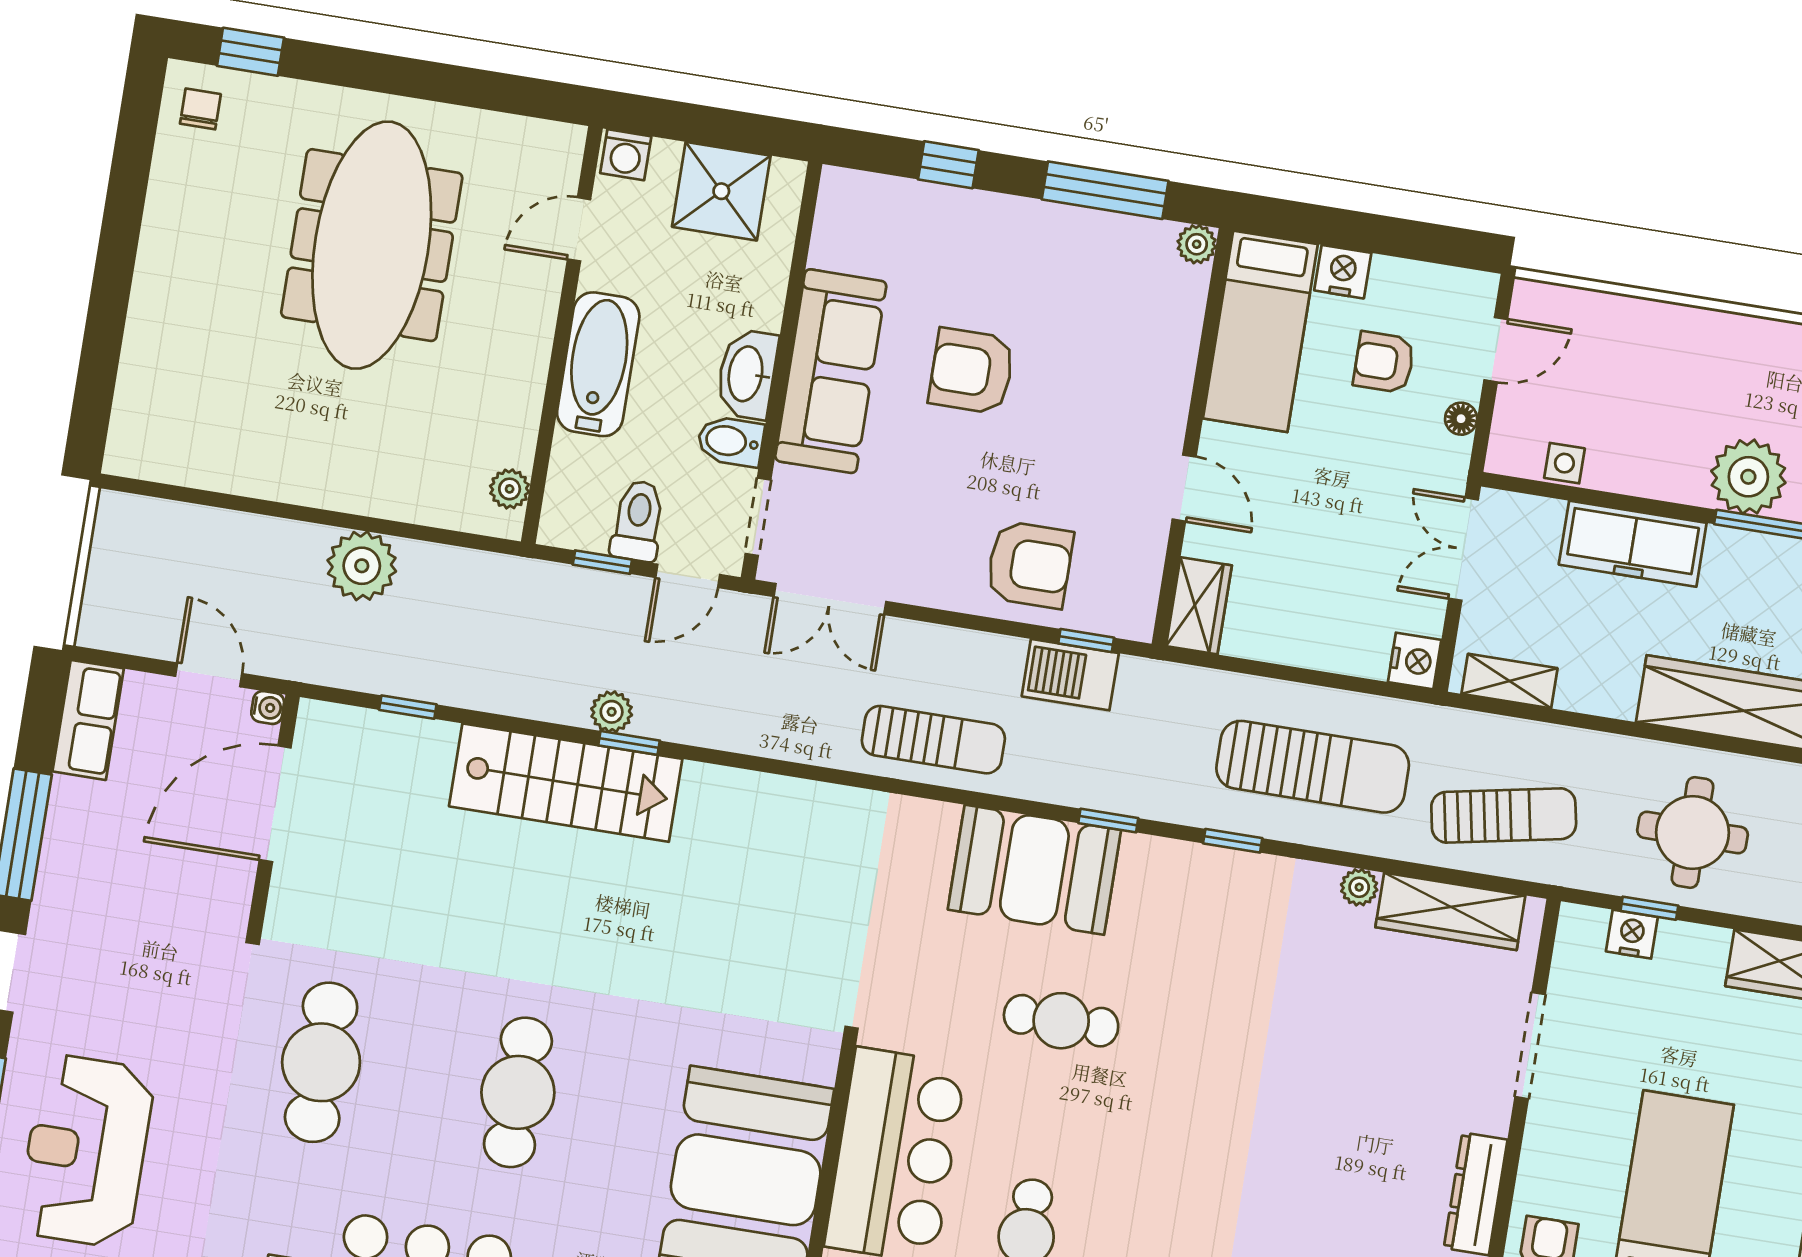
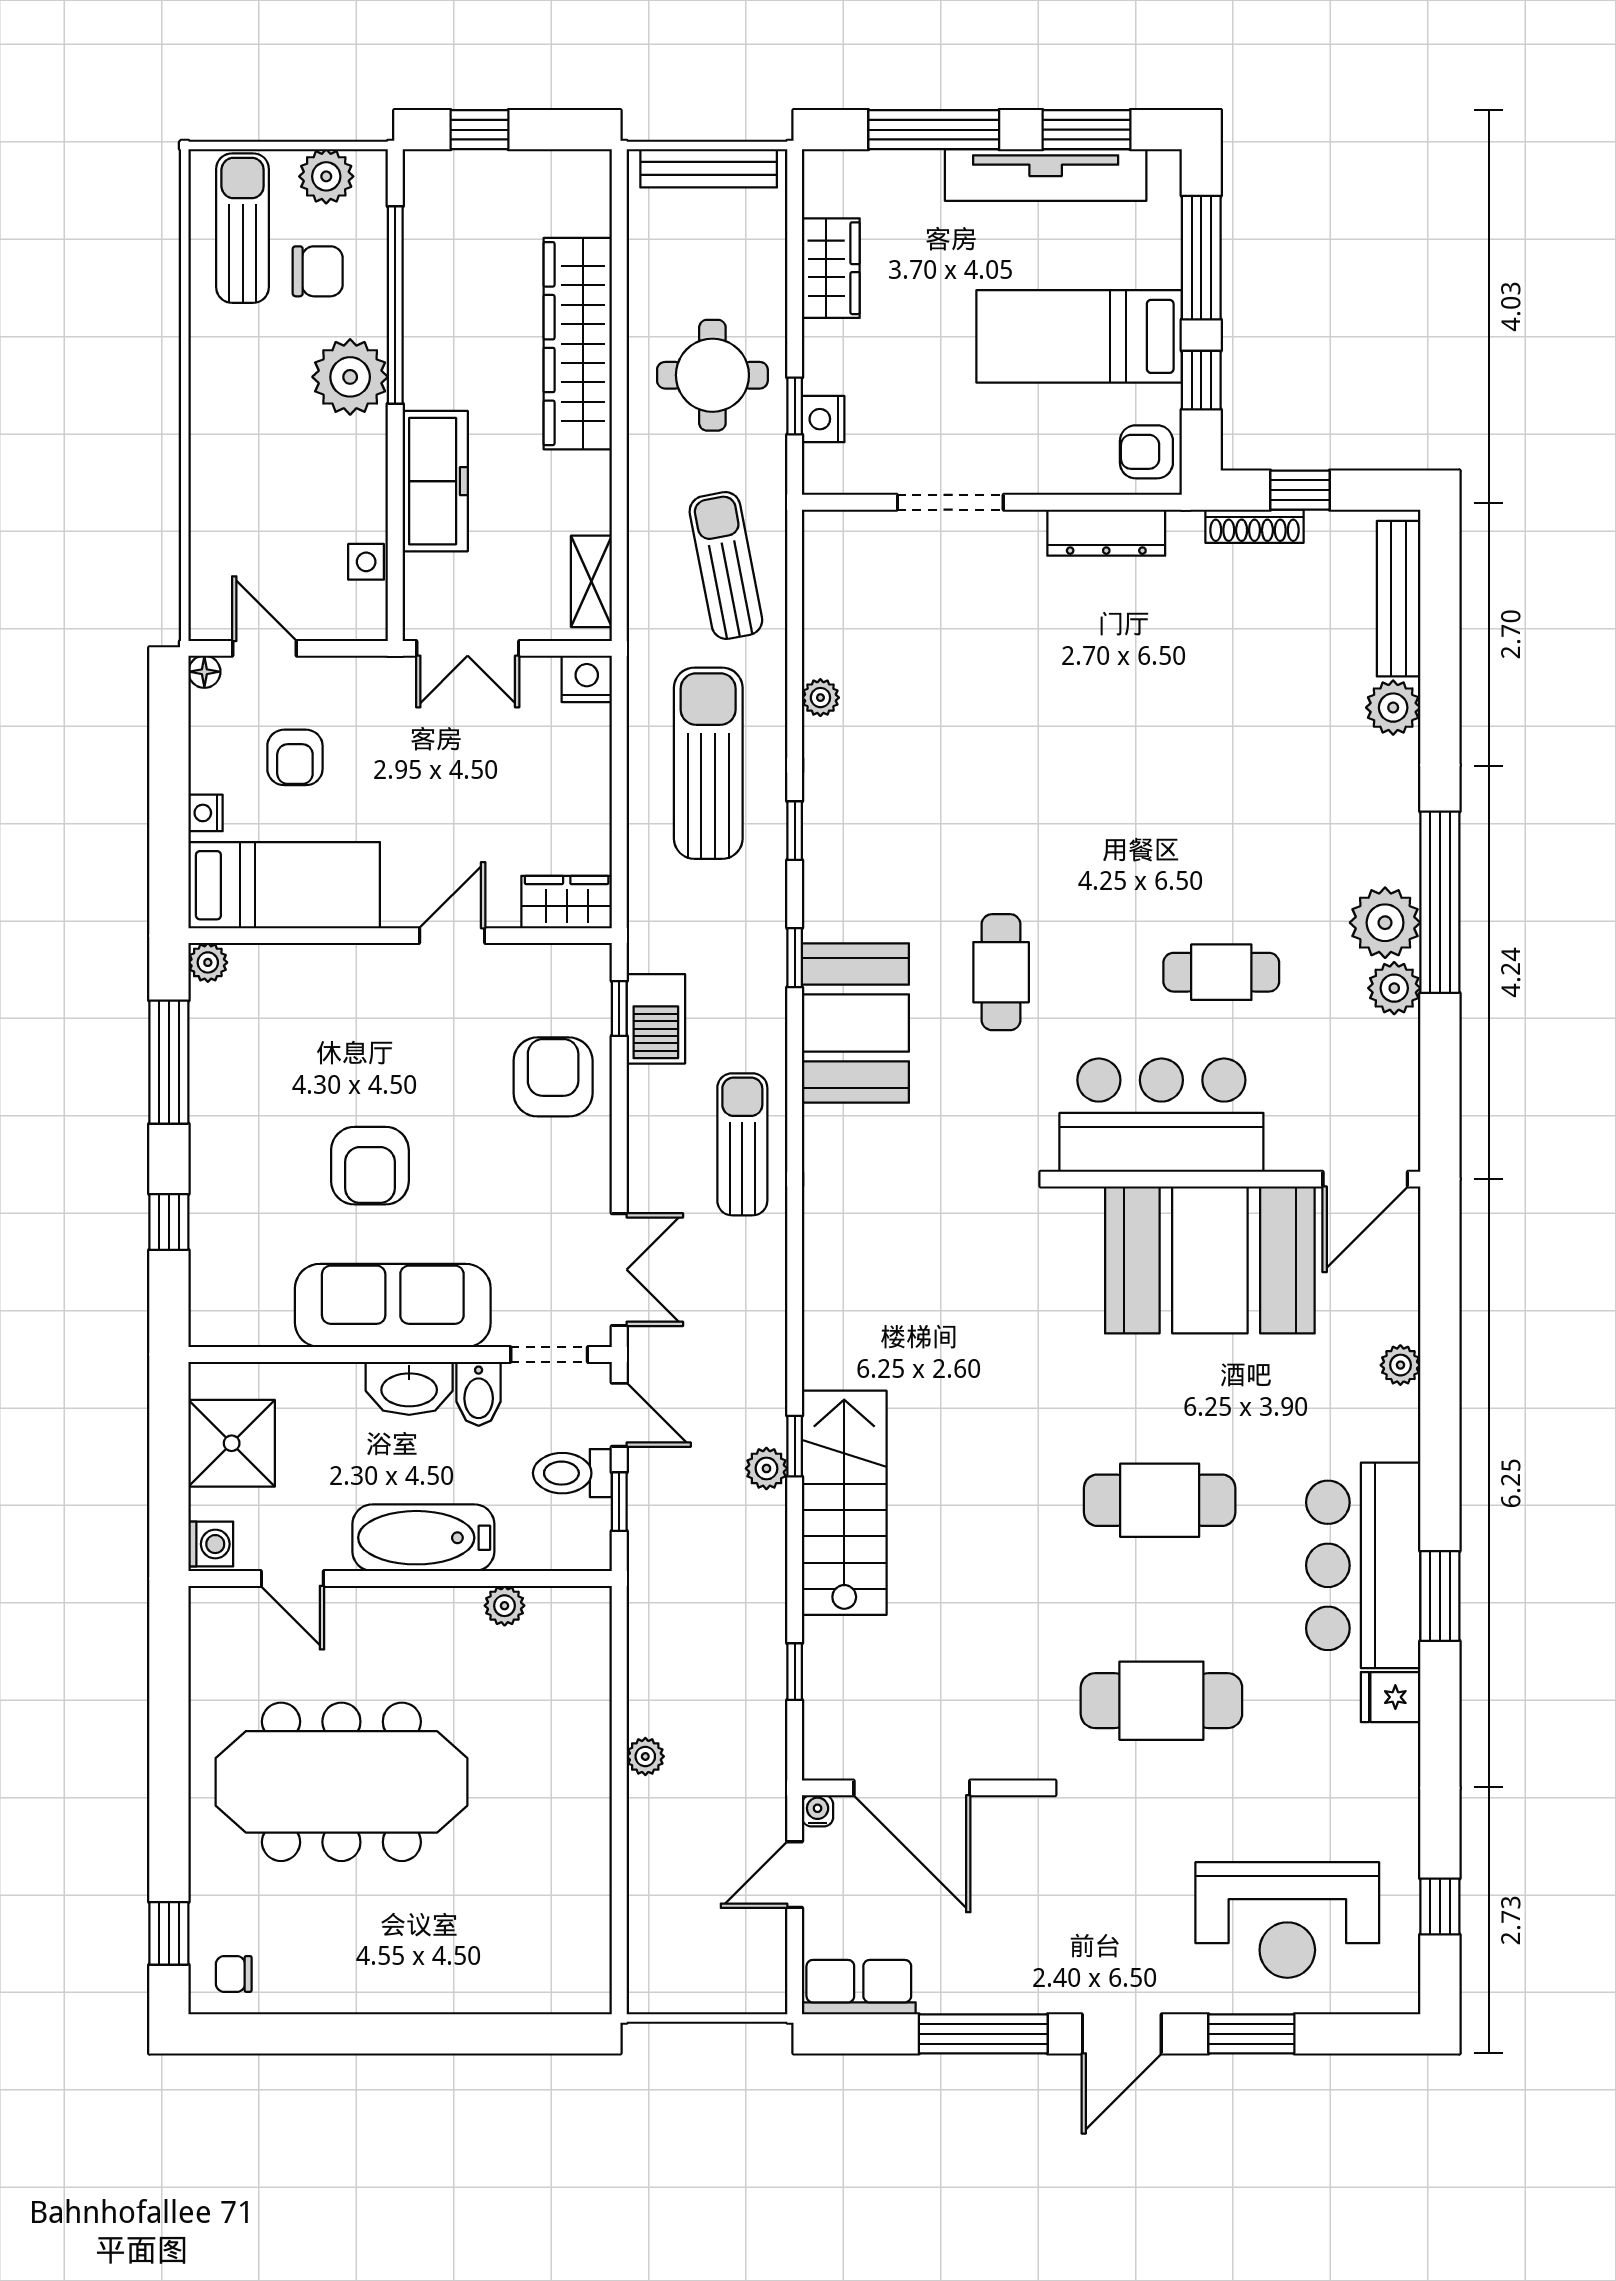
nightstand: (1343, 272) -> (206, 813), width x0.72, depth x0.74
floor lamp: (1461, 419) -> (204, 672), moved
plant: (510, 489) -> (505, 1606), moved
plant: (362, 566) -> (645, 1756), width x0.53, depth x0.53
wardrobe: (1450, 911) -> (830, 603), removed

